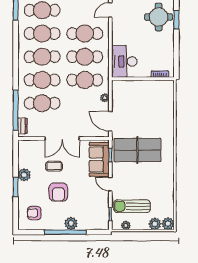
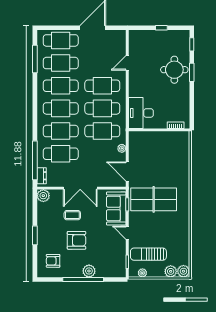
plant: (24, 175) -> (43, 196), moved
armchair: (58, 192) -> (77, 240), turned -90

